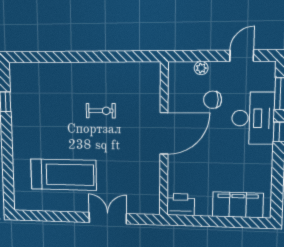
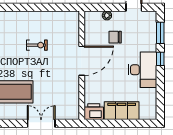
desk: (253, 118) -> (143, 70), moved
filing cabinet: (238, 205) -> (122, 111), moved

